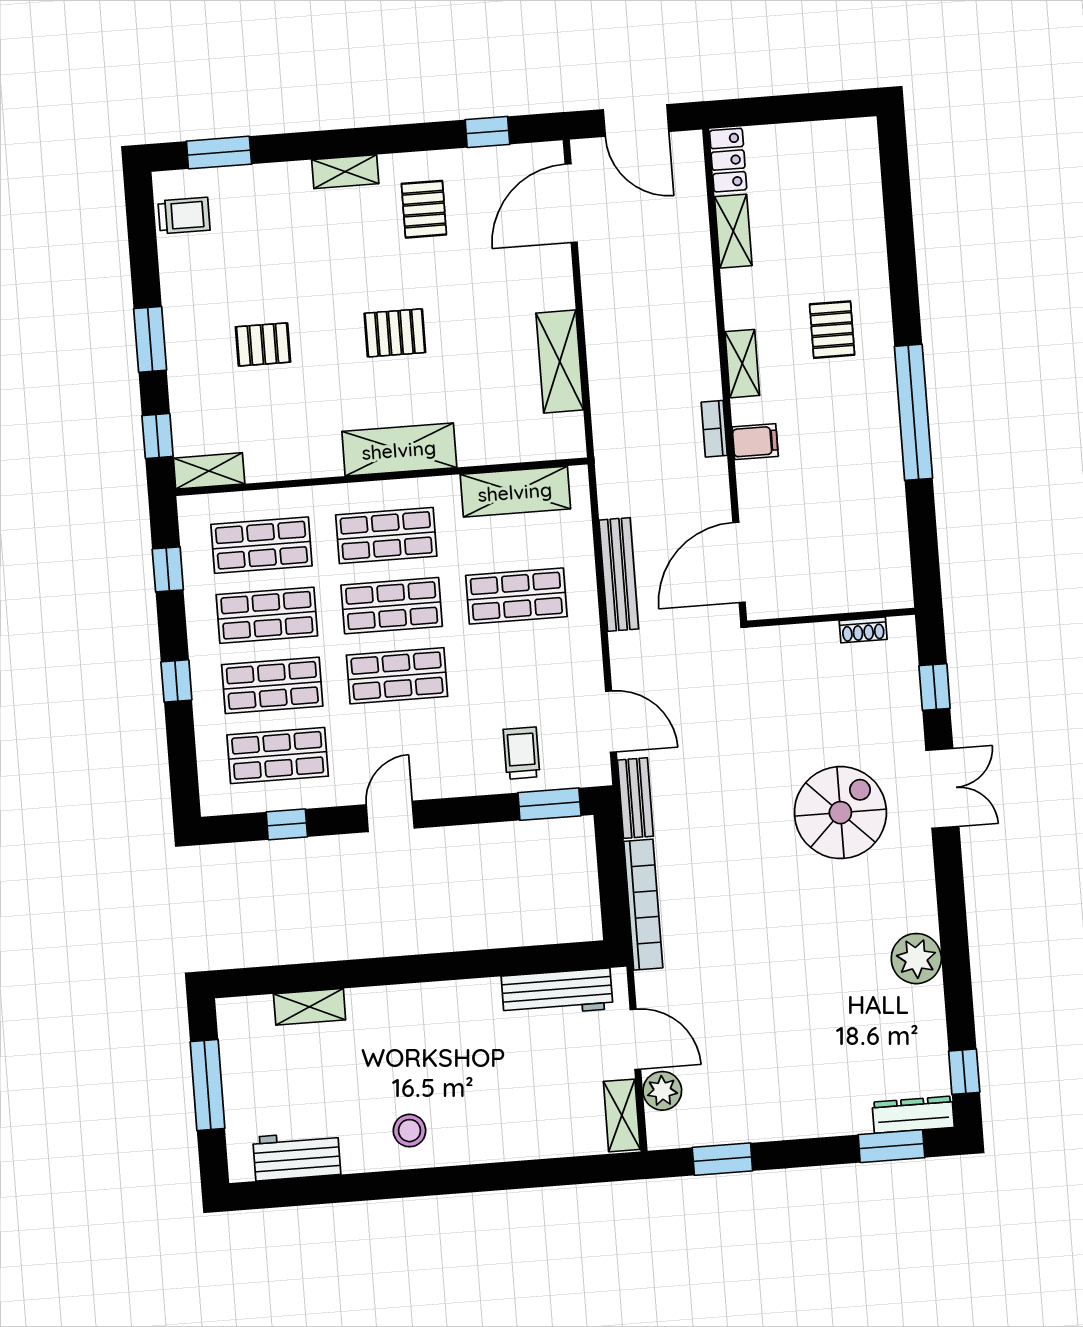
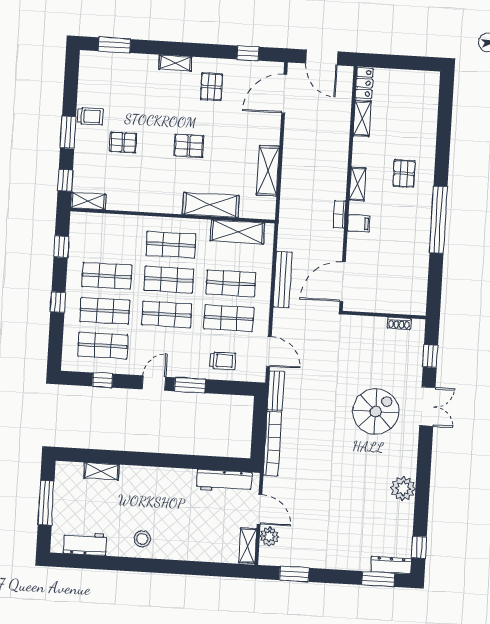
trolley: (184, 215) -> (90, 116), moved
shelving: (399, 450) -> (211, 205), moved
shop shelf: (261, 545) -> (229, 318), moved
trolley: (521, 753) -> (223, 361), turned 90
window: (549, 804) -> (190, 385), moved

